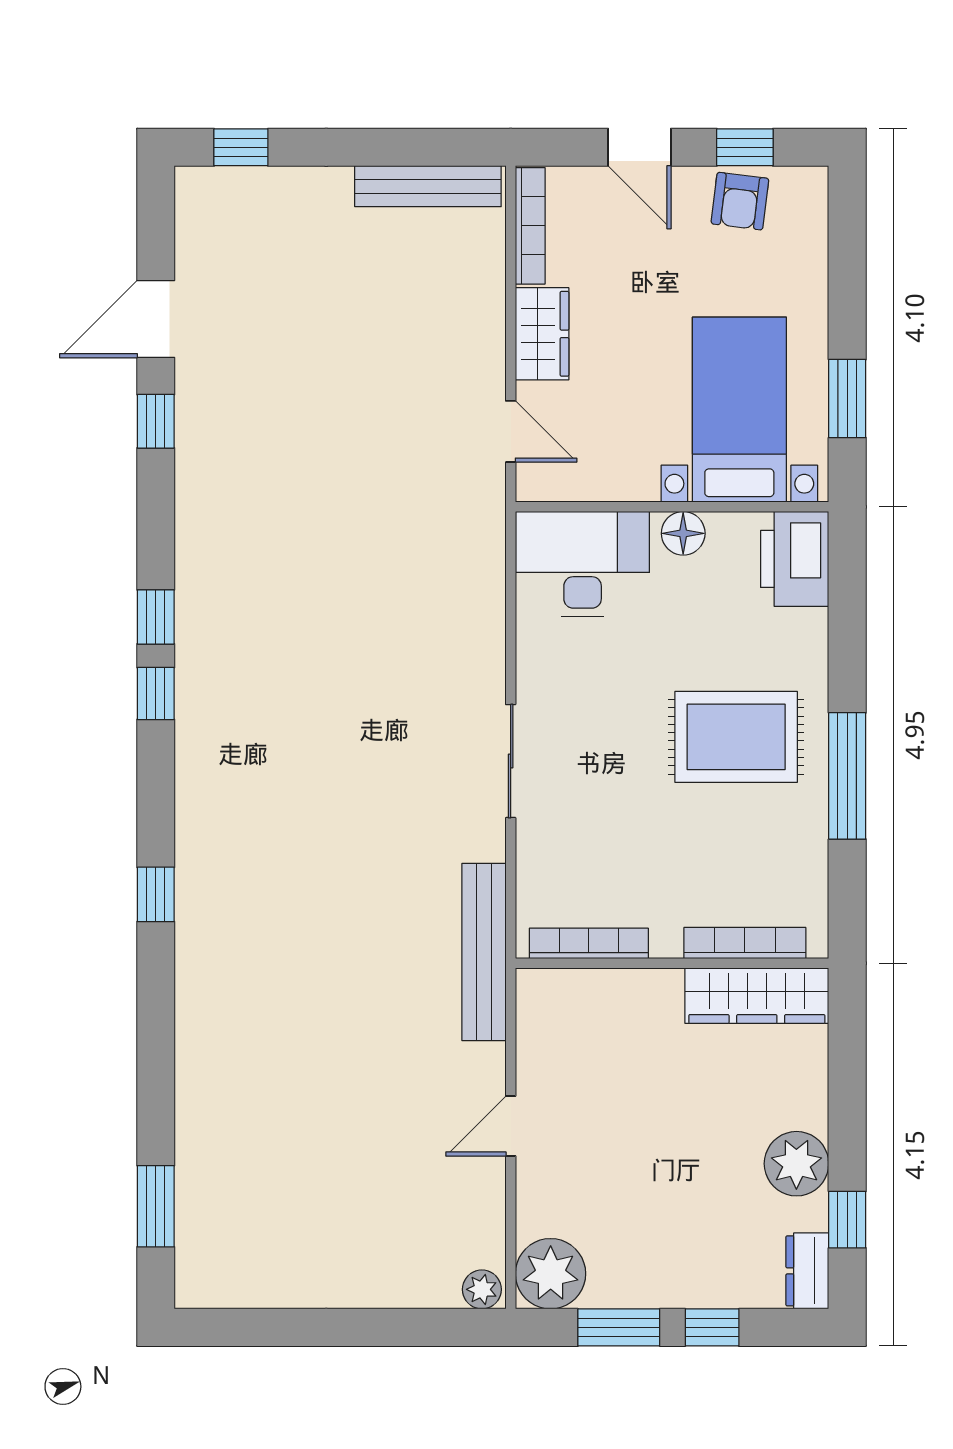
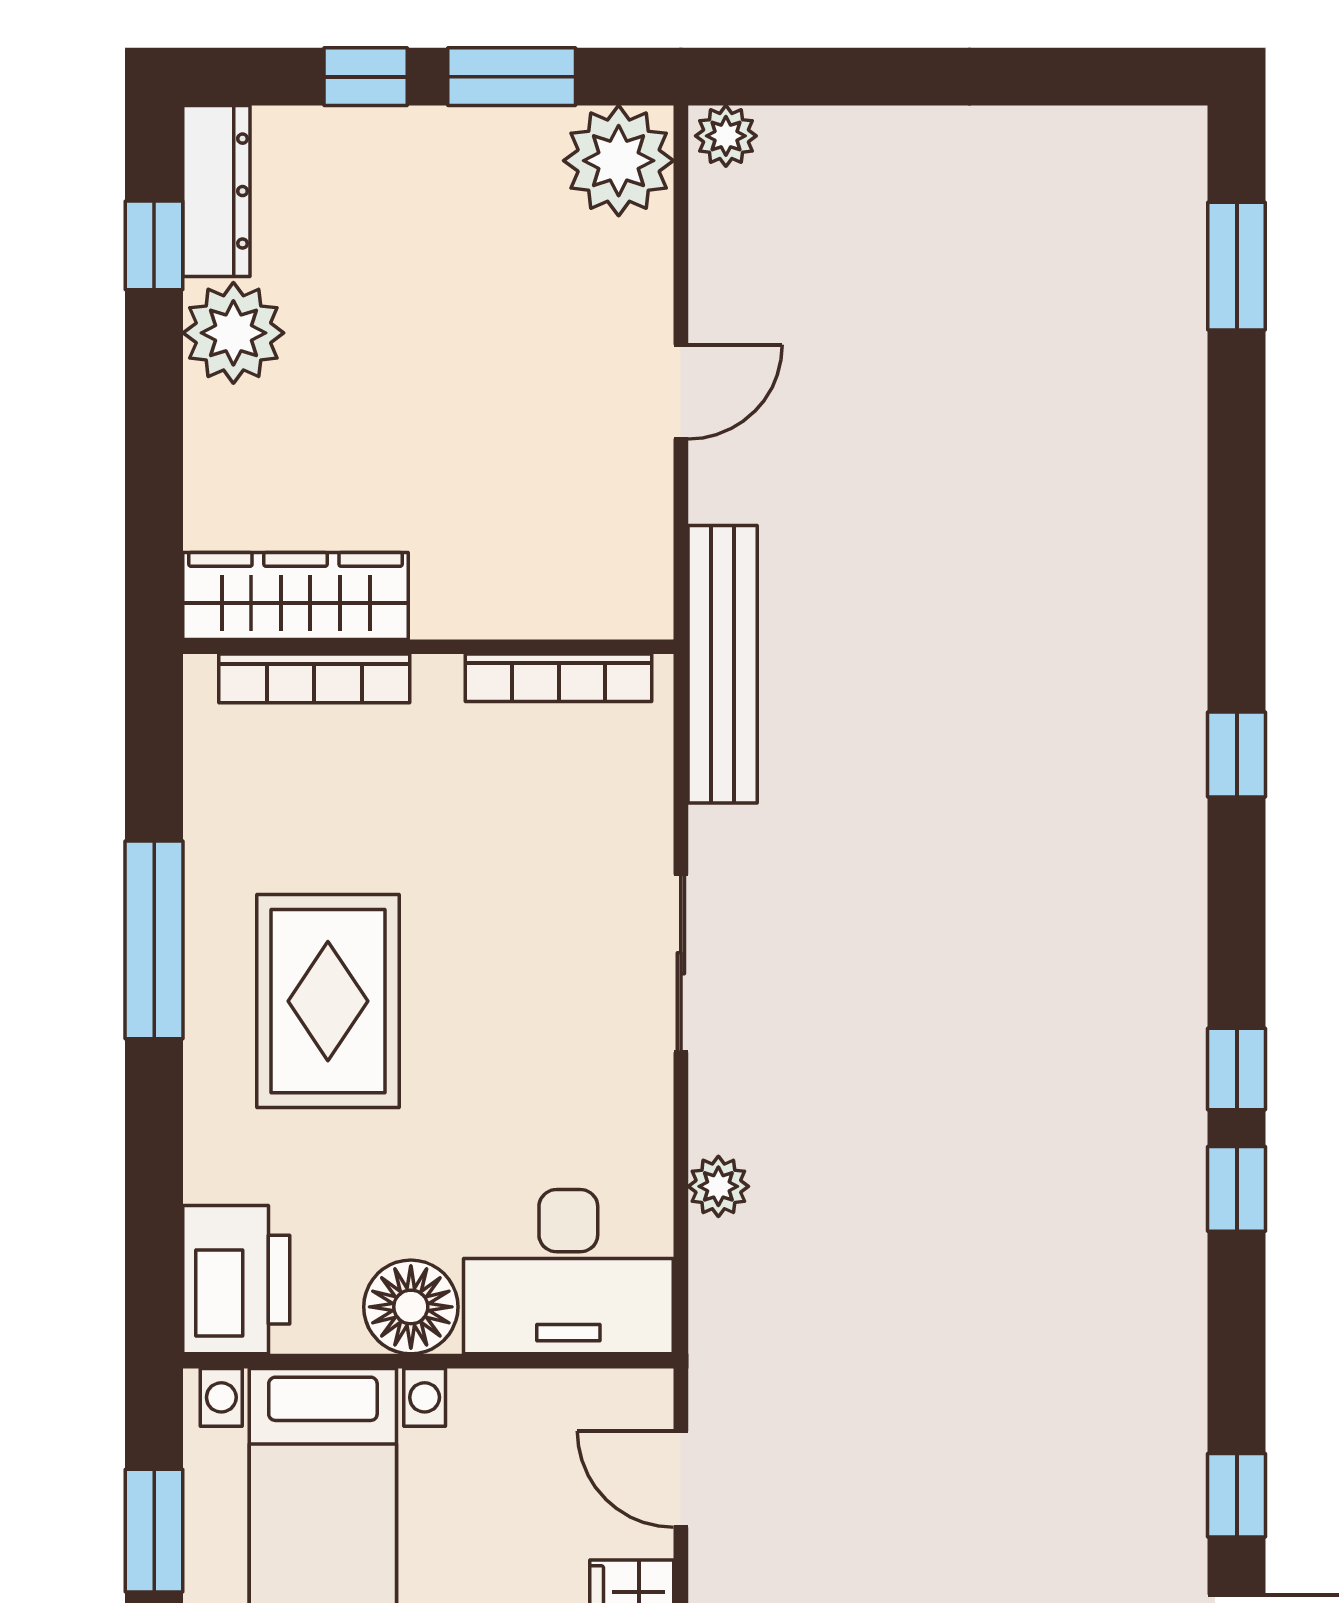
floor lamp: (683, 533) -> (411, 1307), width x1.38, depth x1.38
plant: (487, 619) -> (718, 1186), added
rug: (736, 737) -> (328, 1001), turned 90
dresser: (807, 1271) -> (216, 191), width x1.44

